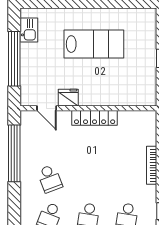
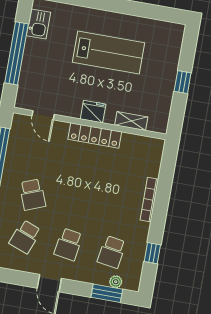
fridge: (68, 98) -> (93, 112), moved
shelving: (124, 100) -> (131, 121), added

